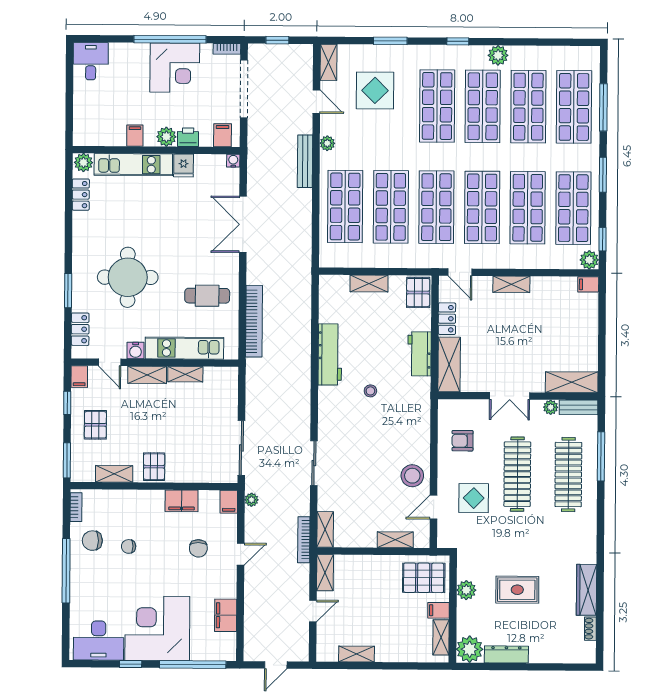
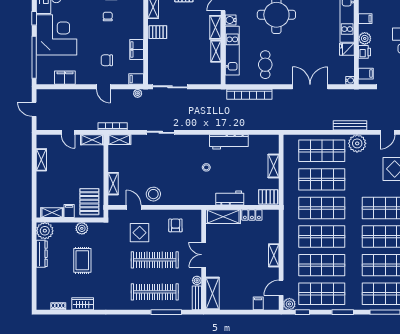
plant: (327, 143) -> (357, 143), width x1.87, depth x1.87
door: (460, 272) -> (281, 288), moved
filing cabinet: (588, 284) -> (258, 303), moved
wardrobe: (587, 590) -> (83, 304), width x0.67

